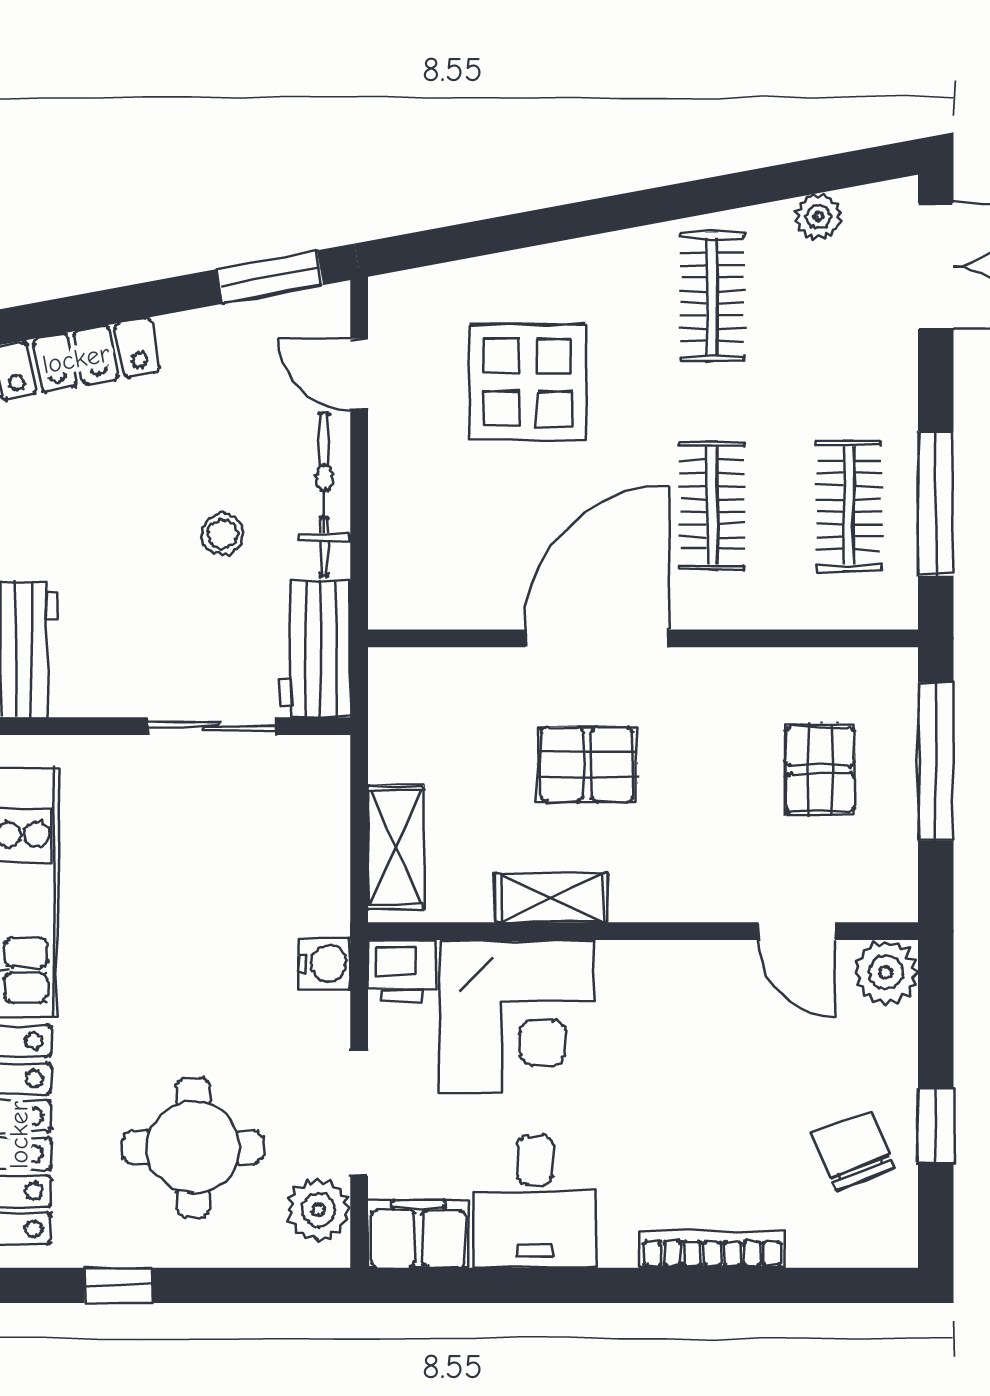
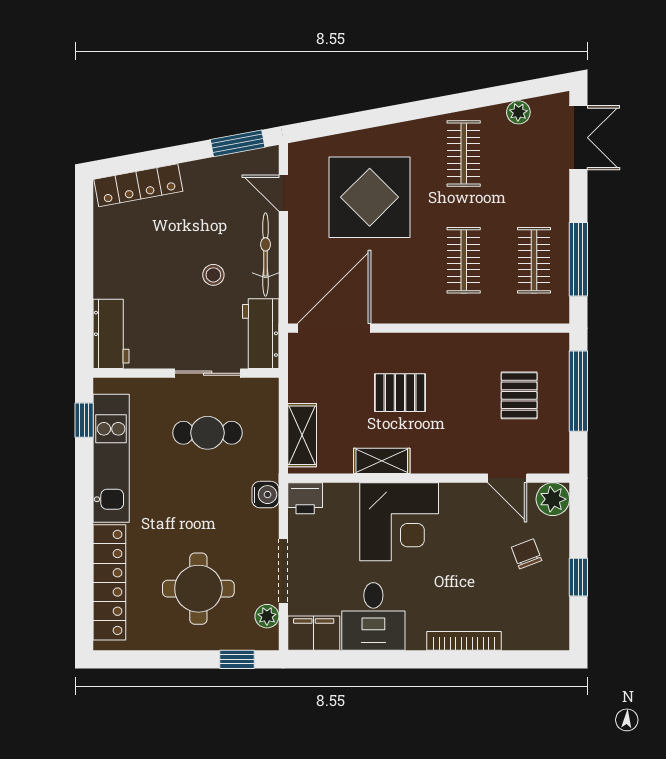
display table: (528, 382) -> (370, 197), width x1.36, depth x1.36
door: (597, 638) -> (334, 328), moved
cafe table: (211, 843) -> (207, 433), added
corner desk: (517, 1017) -> (399, 522), moved
chair: (854, 1150) -> (527, 554), moved, width x0.73, depth x0.73
plant: (318, 1210) -> (267, 616), width x0.73, depth x0.73
window: (119, 1285) -> (237, 659), moved

